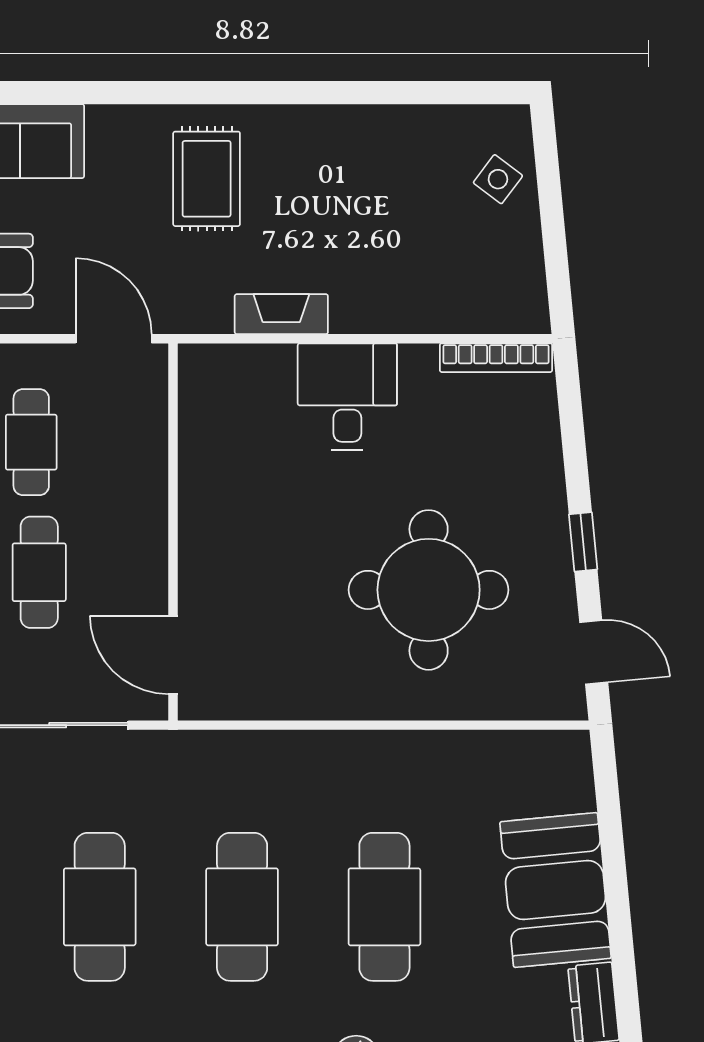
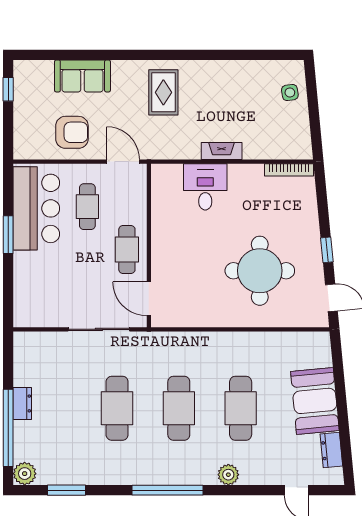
side table: (498, 179) -> (290, 93), turned 45
fireplace: (281, 314) -> (222, 151), moved
desk: (347, 397) -> (205, 187), moved
cafe table: (39, 572) -> (127, 249), moved

